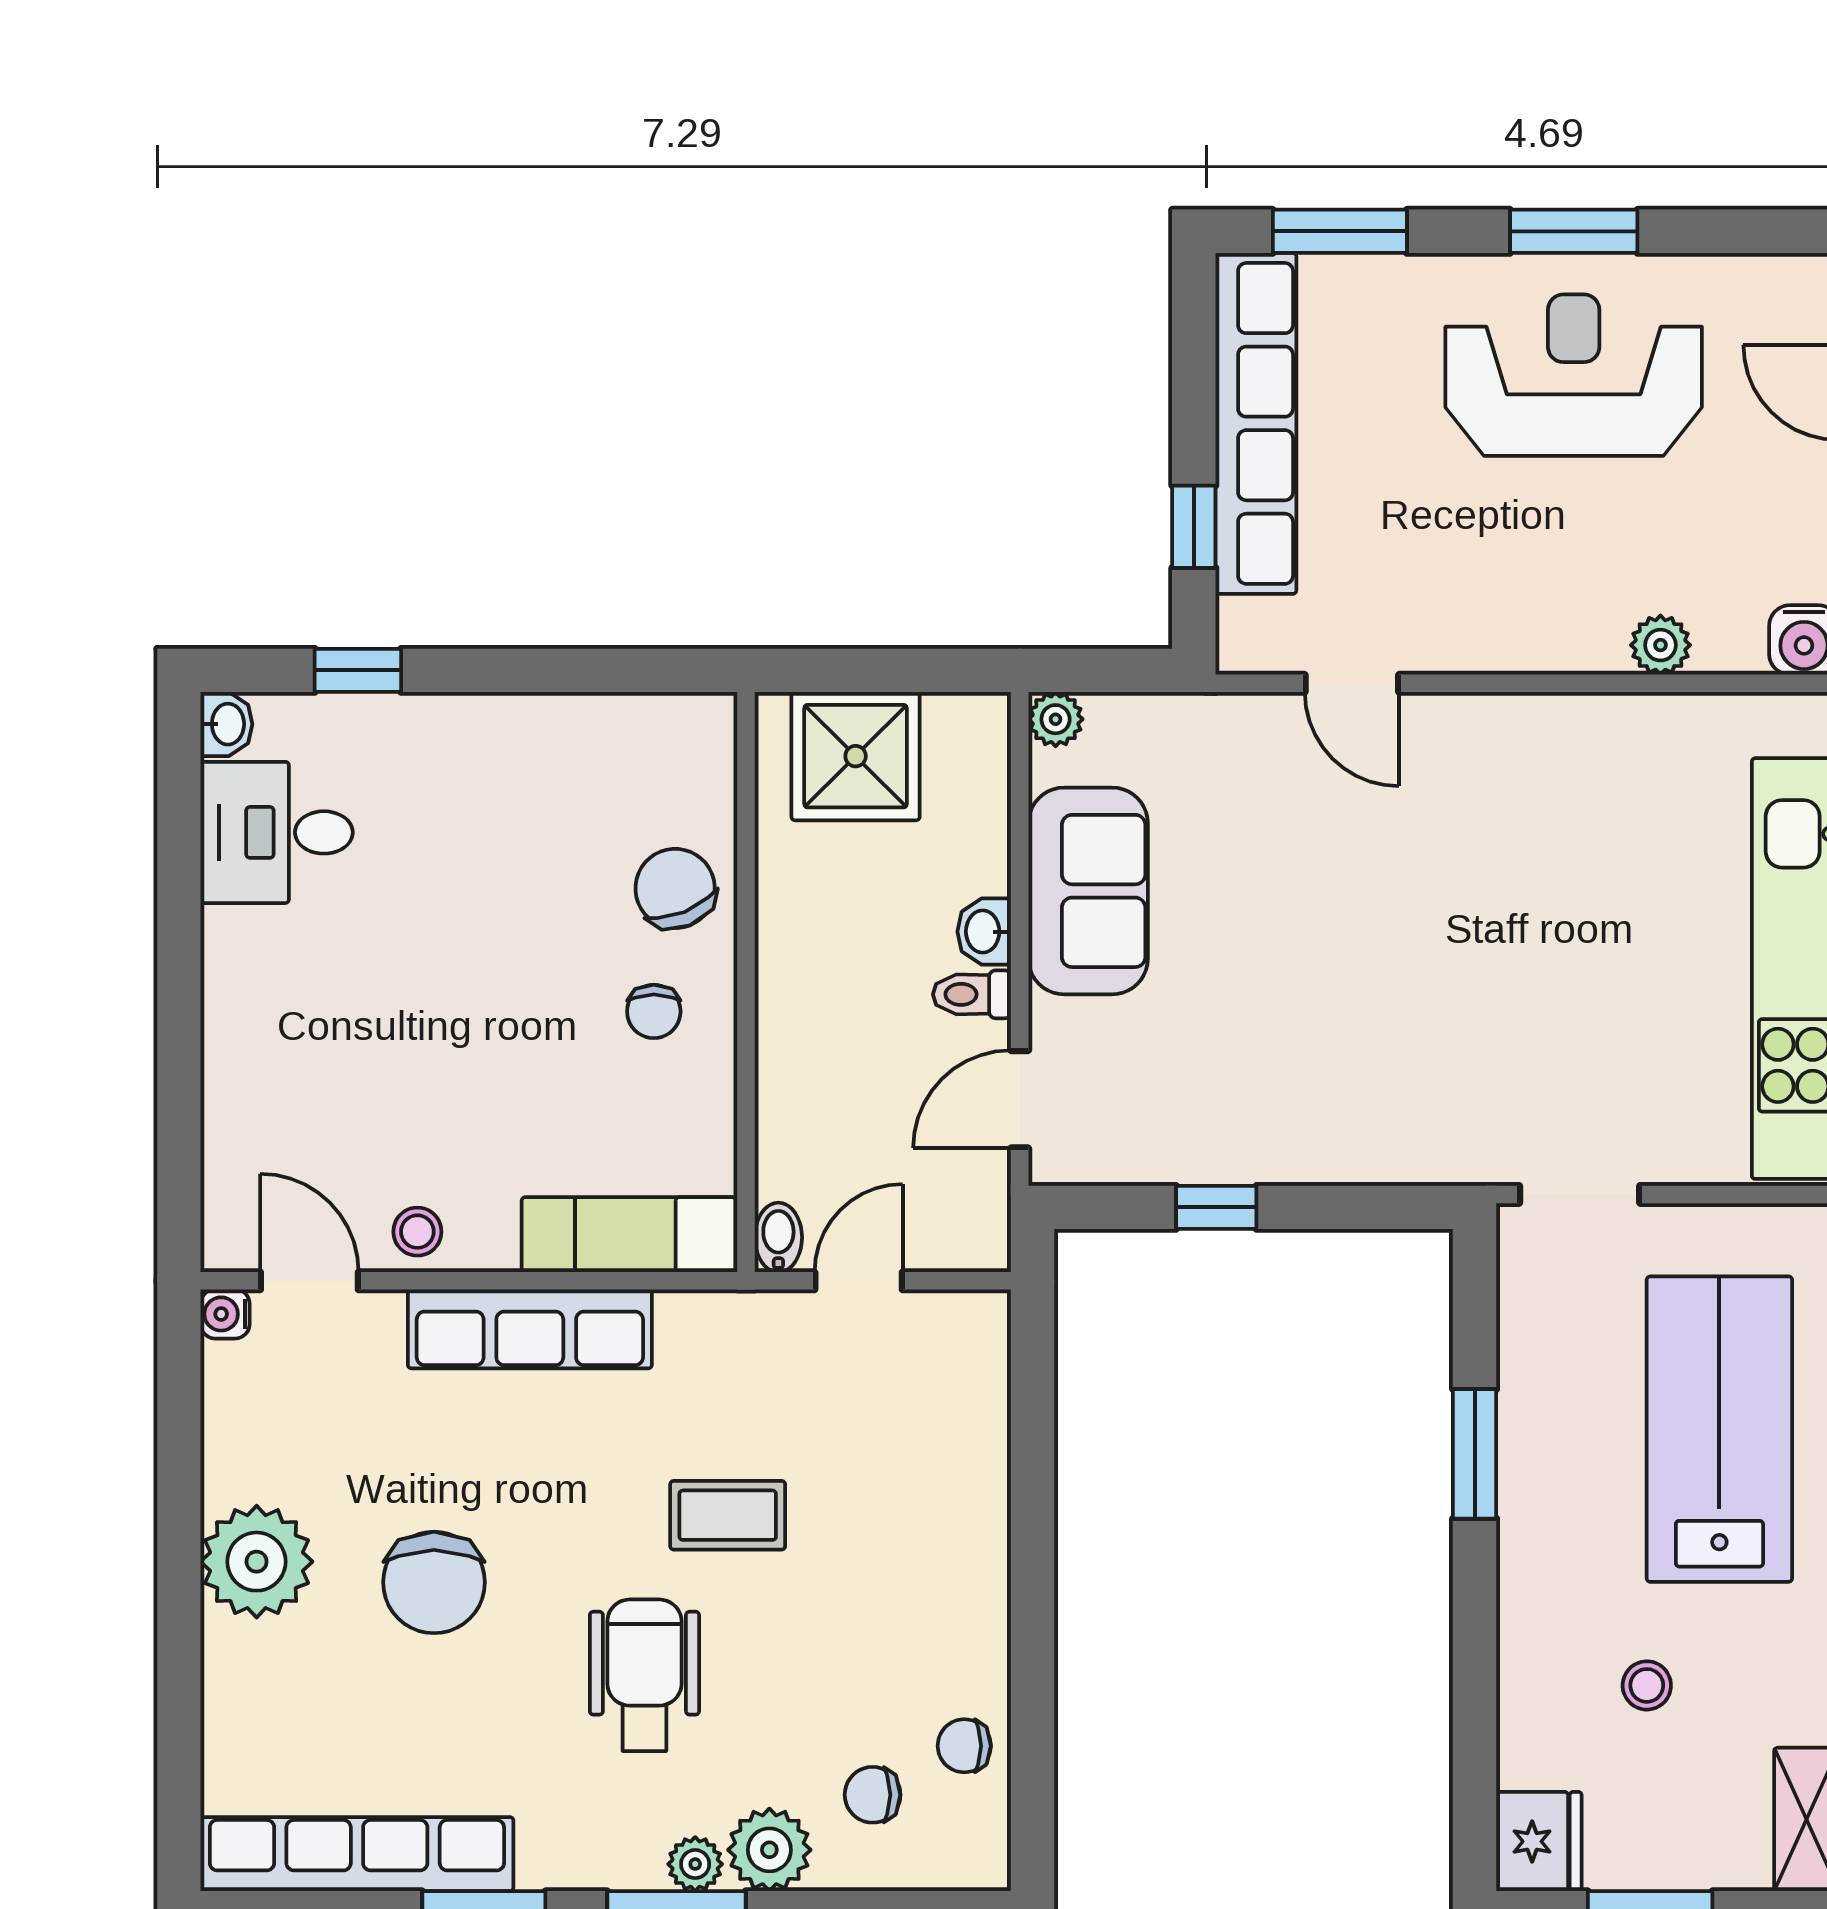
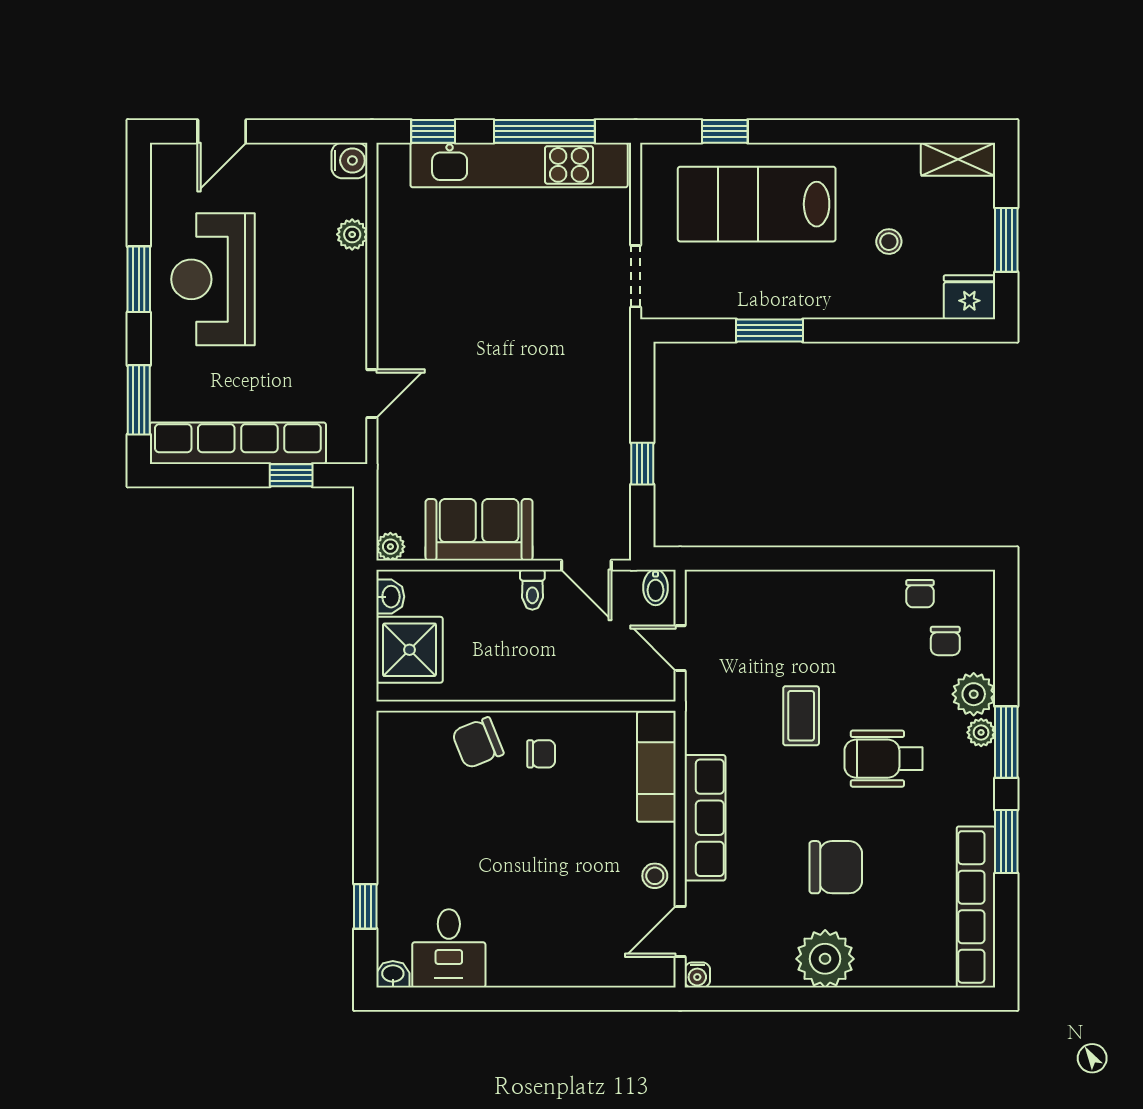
washbasin: (984, 932) -> (390, 597), moved, turned -90
bidet: (778, 1237) -> (656, 587), moved, turned -90

